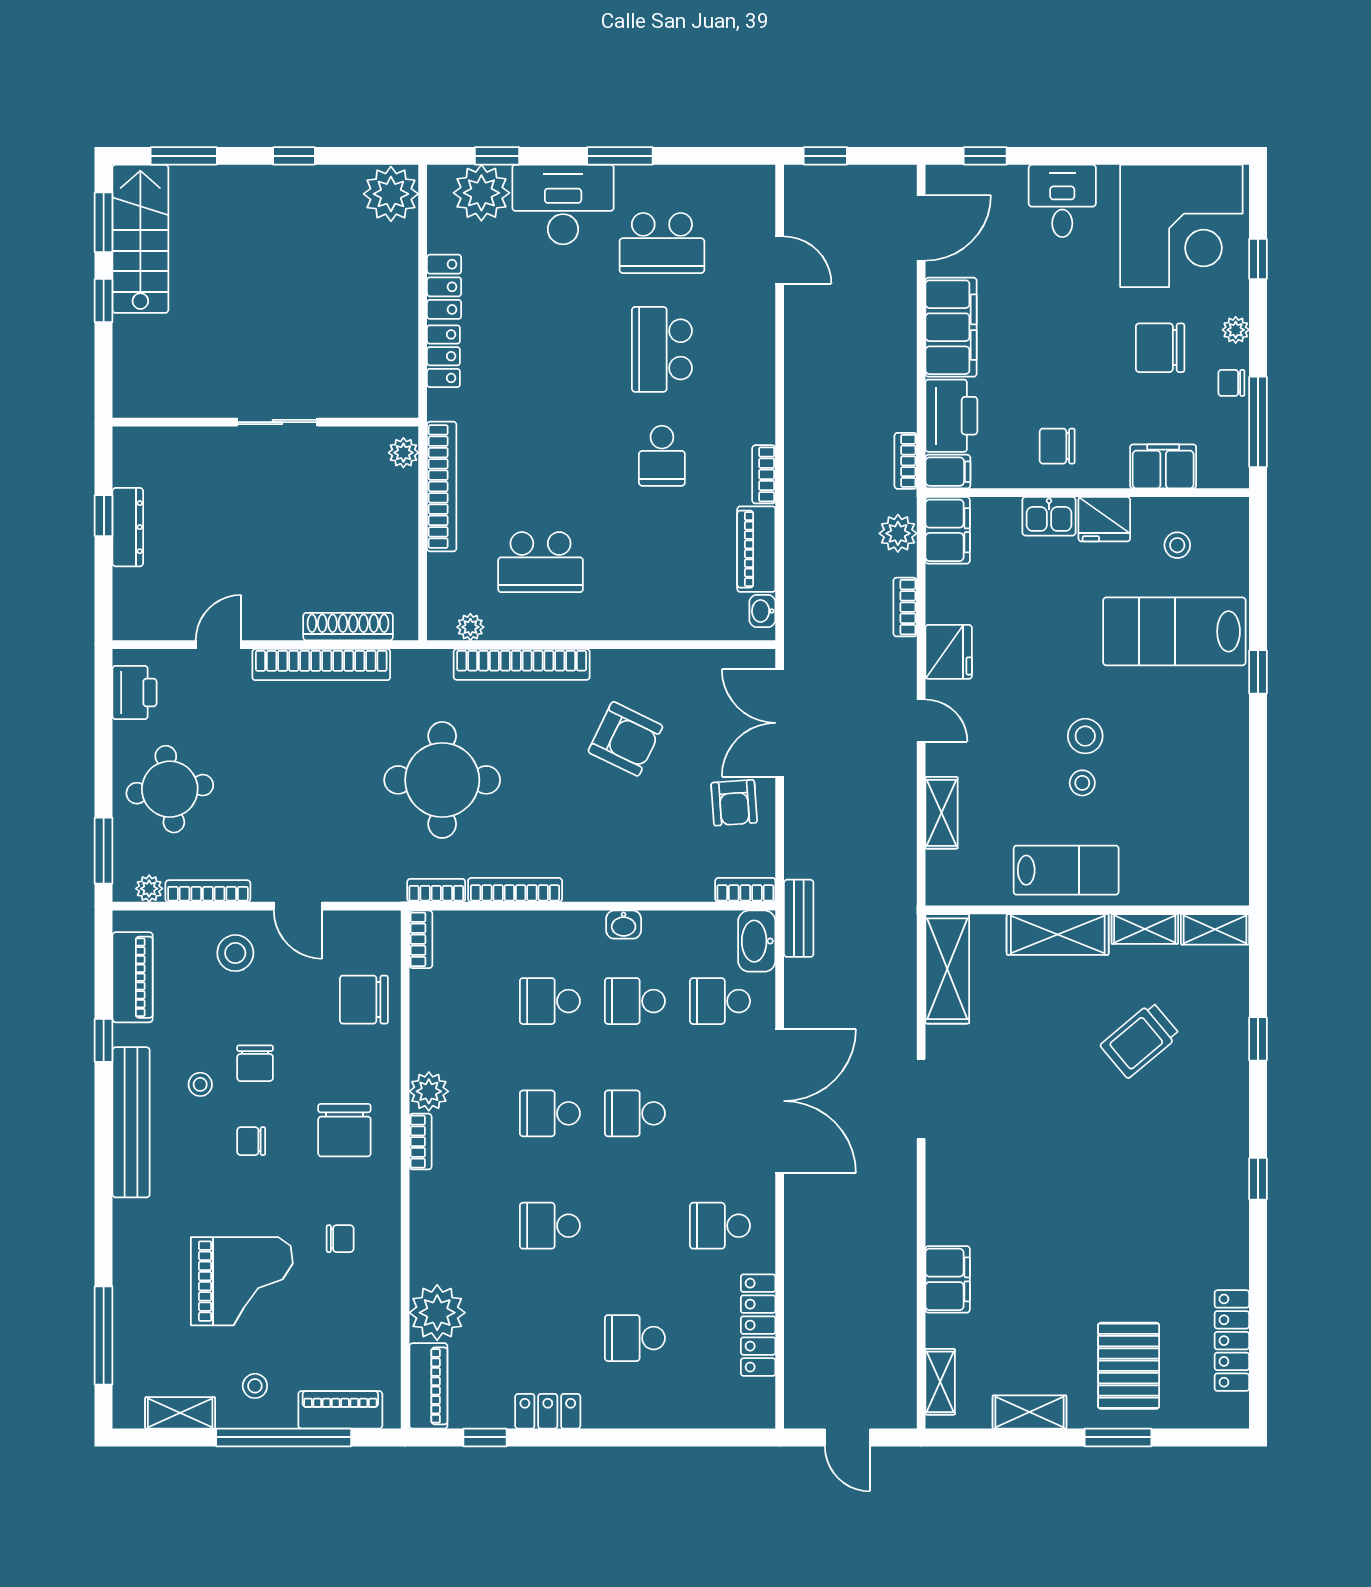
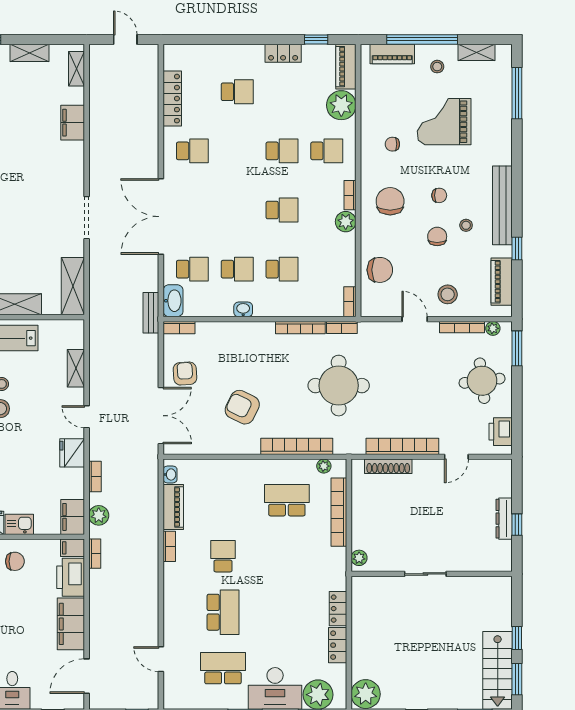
bookcase: (442, 486) -> (339, 512), moved
school desk: (635, 1113) -> (327, 151), moved

